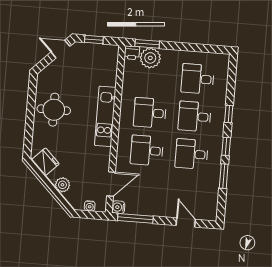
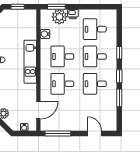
printer: (132, 53) -> (73, 14), moved
water cooler: (118, 207) -> (45, 34), moved

